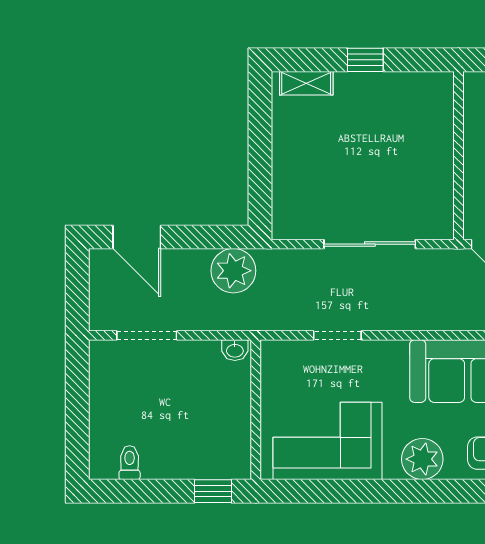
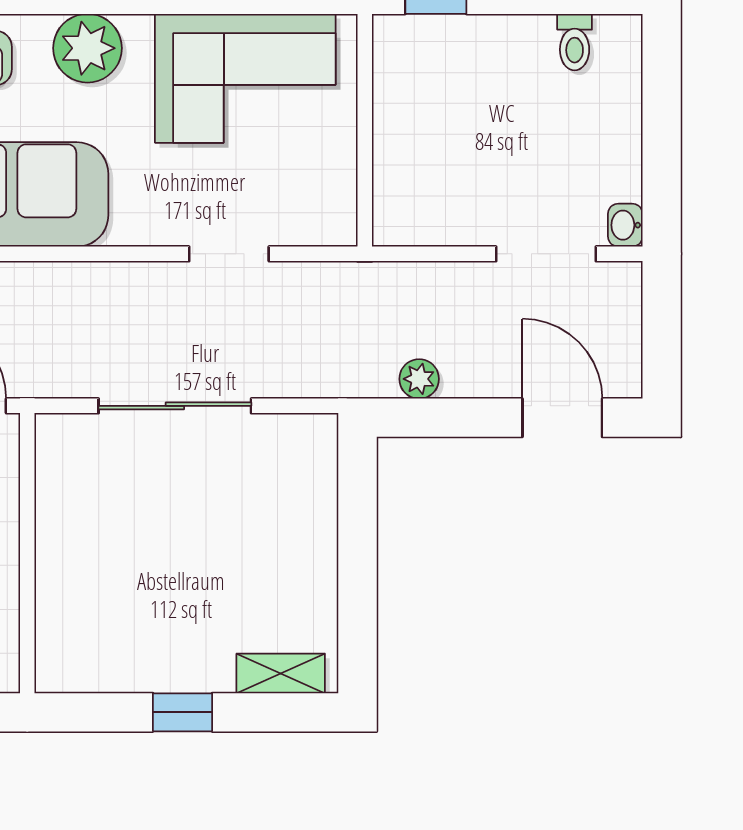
plant: (233, 271) -> (419, 379), width x0.53, depth x0.53
washbasin: (235, 350) -> (625, 225), moved, turned -90

